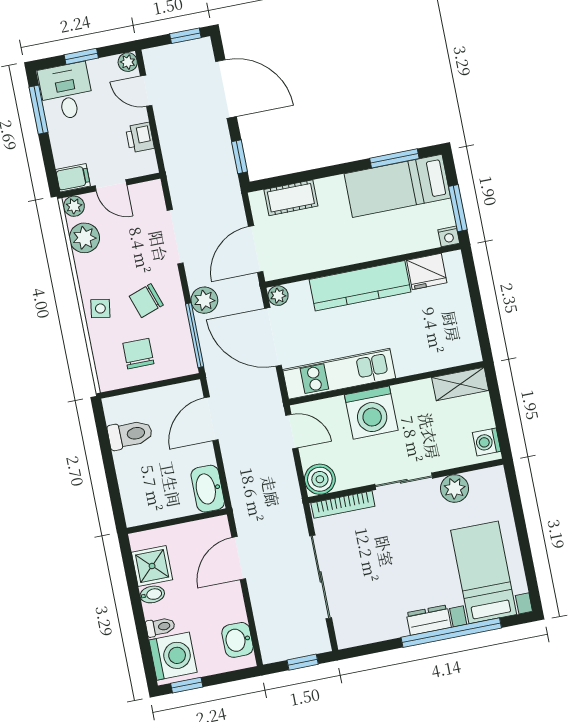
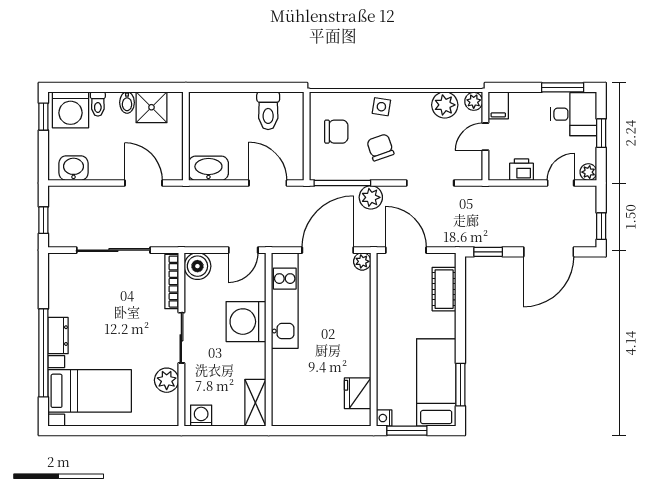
kitchen counter: (360, 286) -> (357, 333), removed

